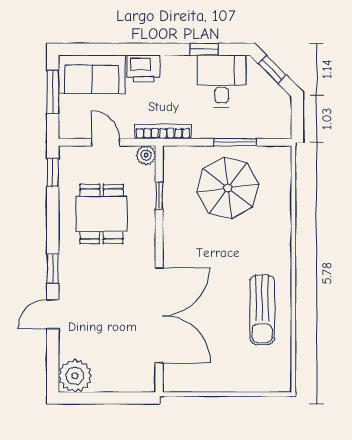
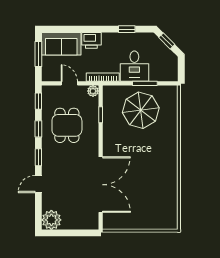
desk: (222, 81) -> (134, 66), moved, turned 180
window: (53, 220) -> (38, 129), added
sun lounger: (262, 310) -> (161, 181), removed

